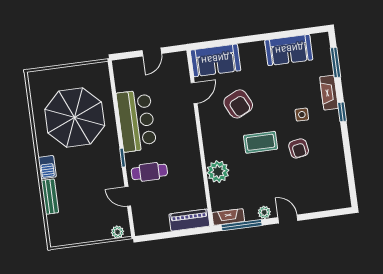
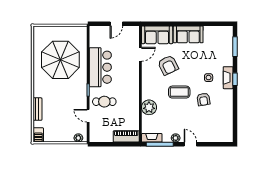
sofa: (289, 50) -> (188, 34), moved
fireplace: (329, 93) -> (228, 78), moved
barbecue: (47, 167) -> (38, 135), moved

